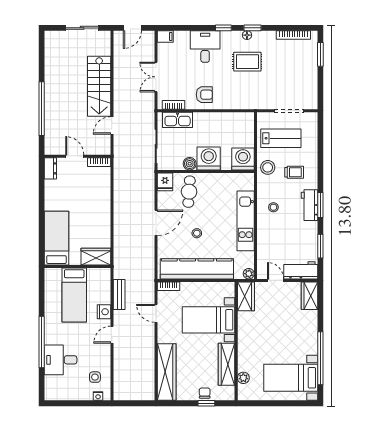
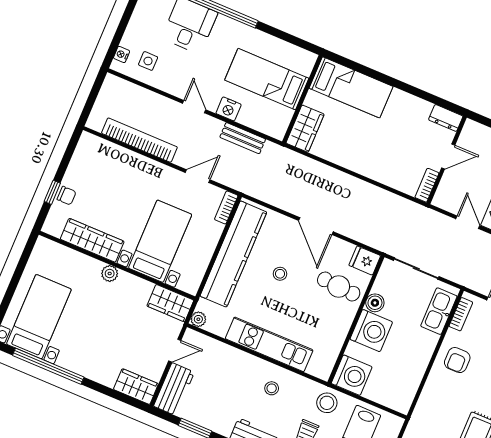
bookcase: (149, 361) -> (139, 140), added
wardrobe: (167, 372) -> (115, 157), removed
plant: (243, 378) -> (110, 273), moved

